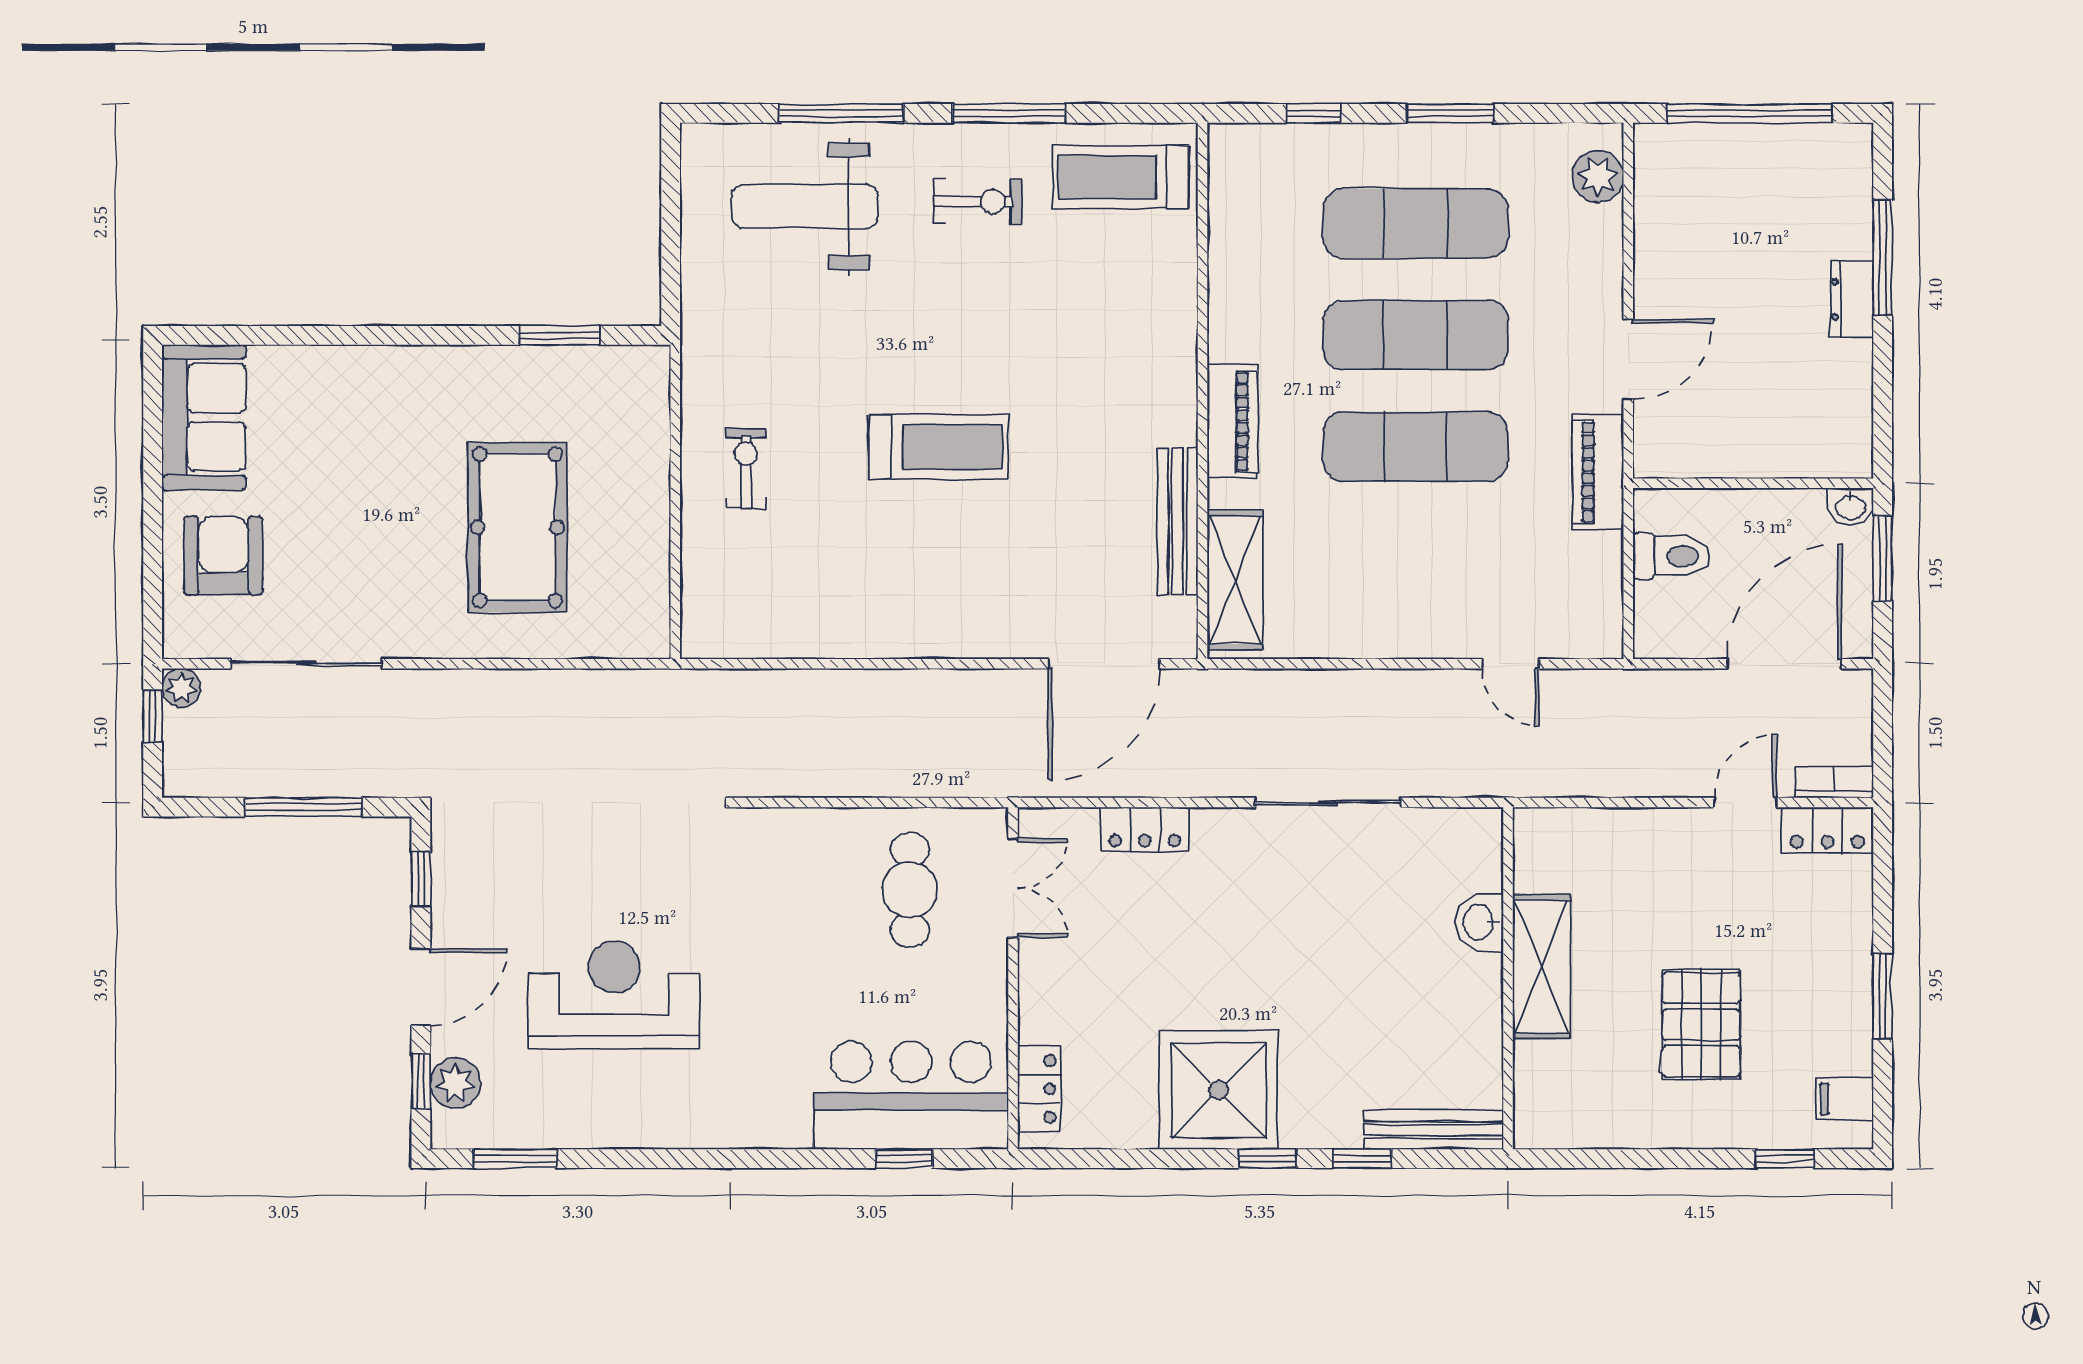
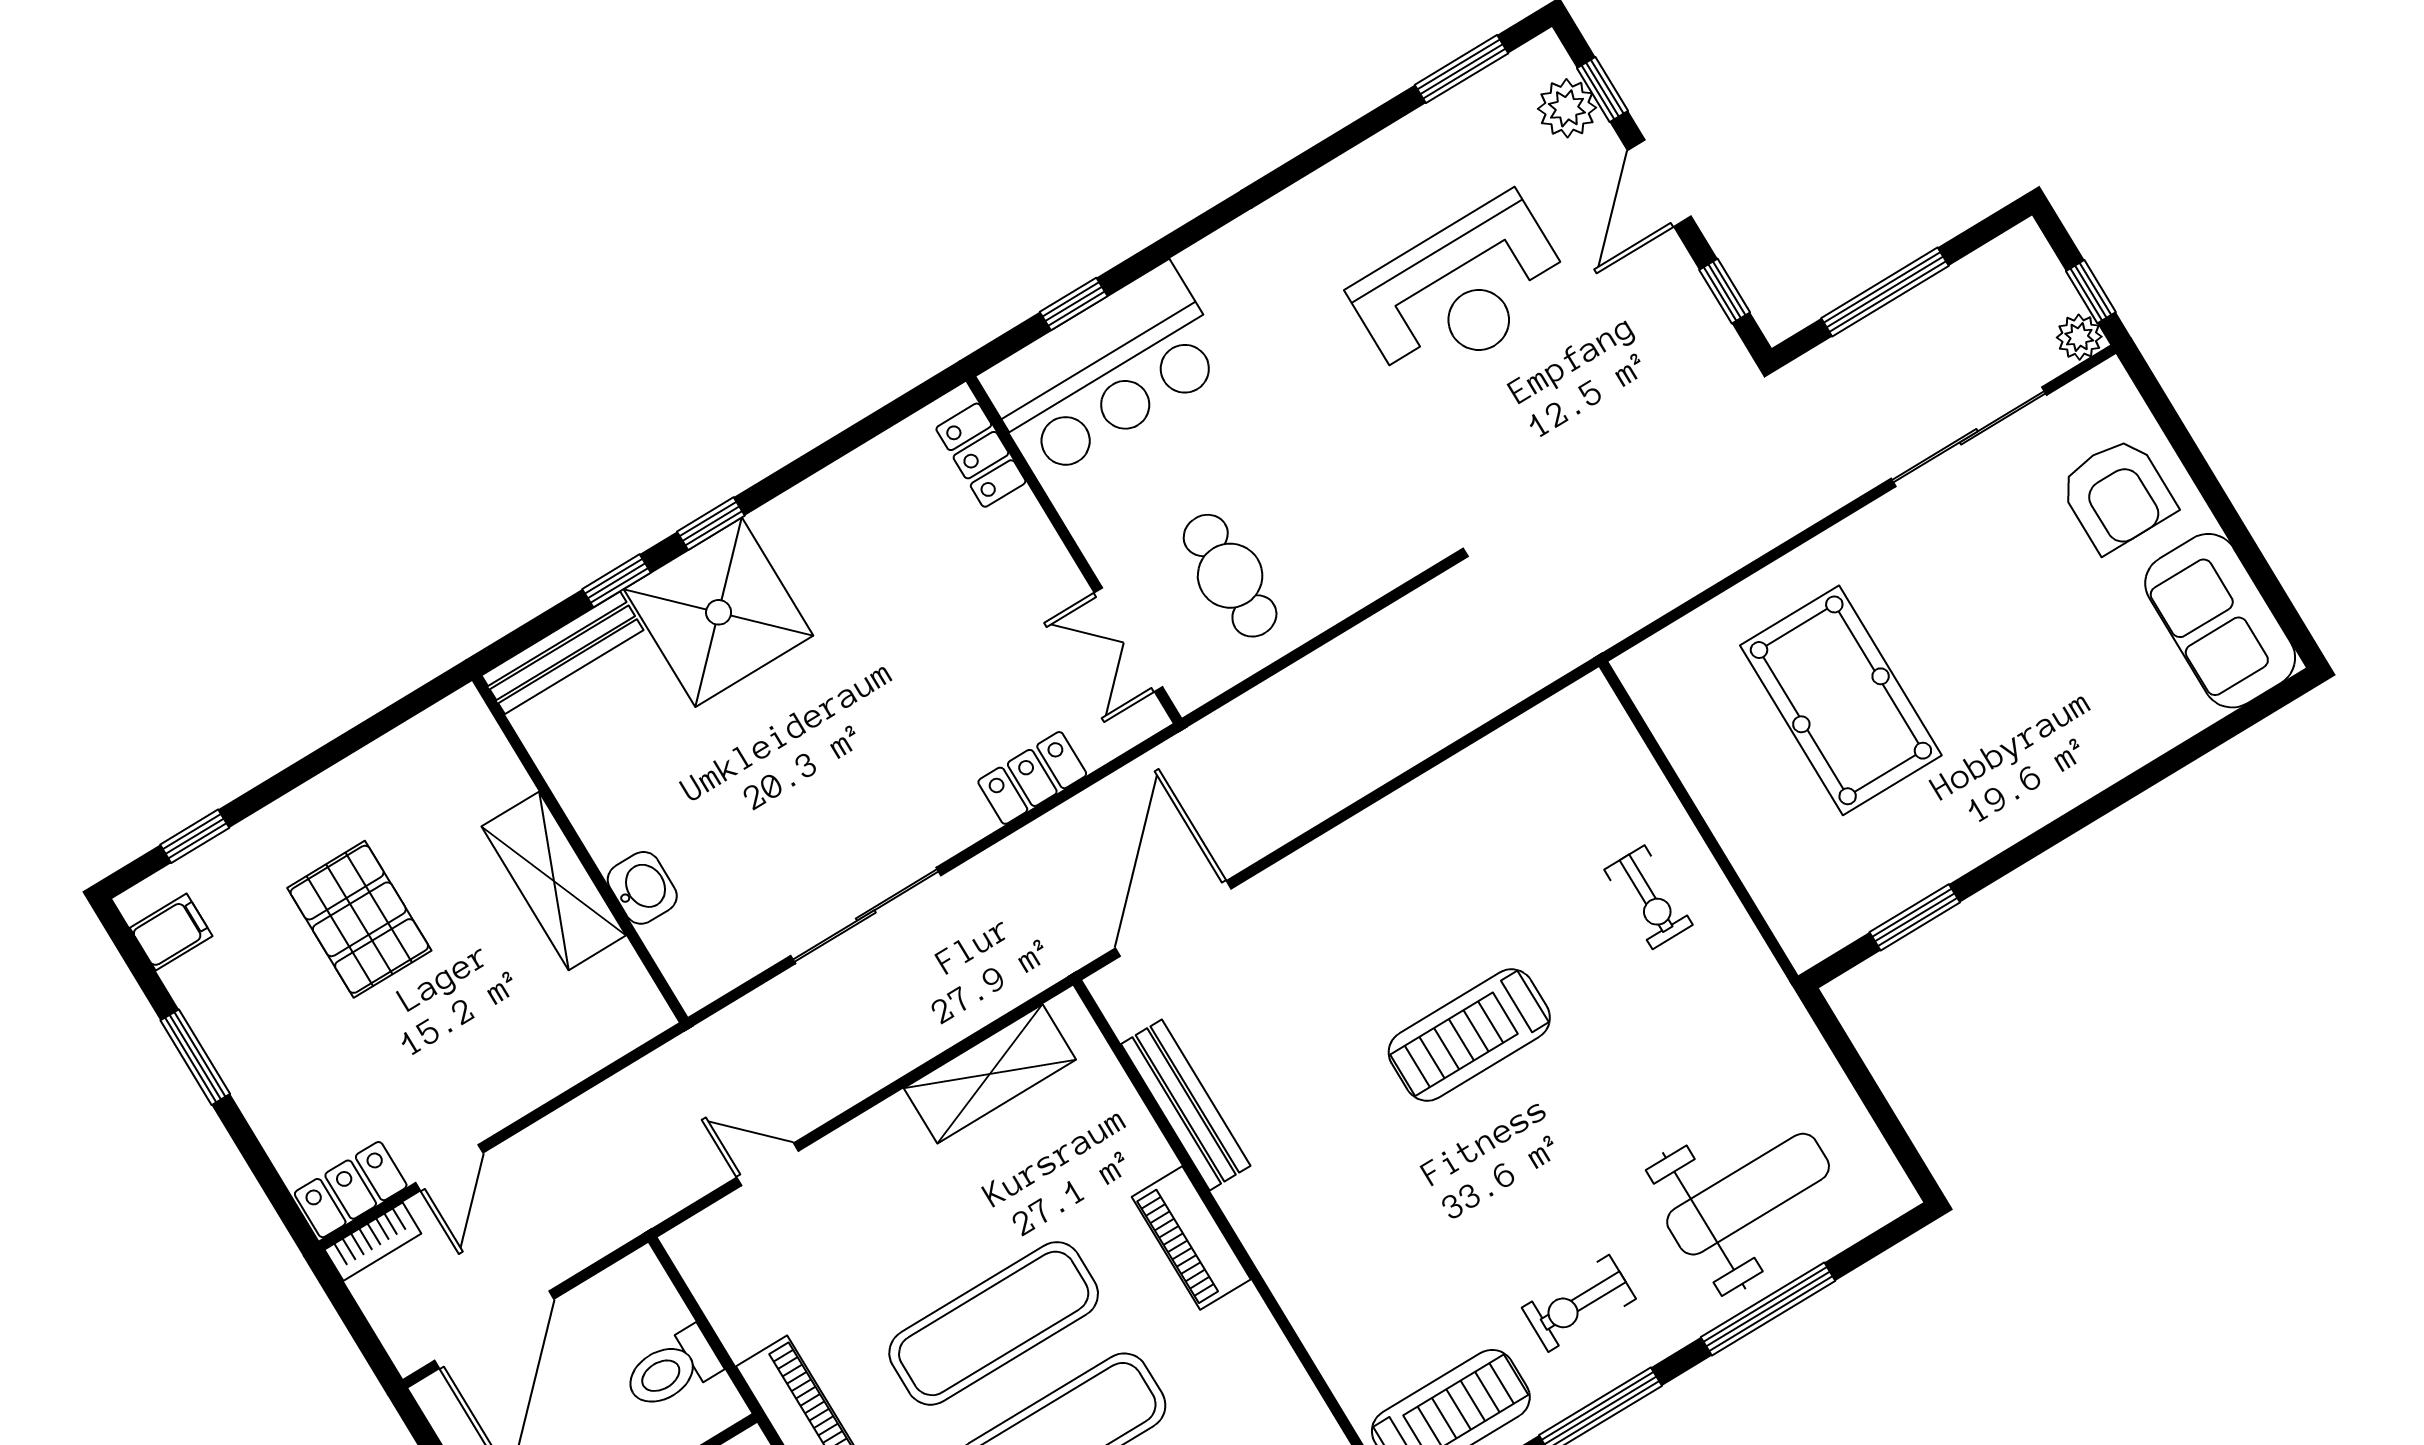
shelving: (1235, 580) -> (990, 1074), moved, turned 90
shower: (1218, 1090) -> (719, 612), moved

